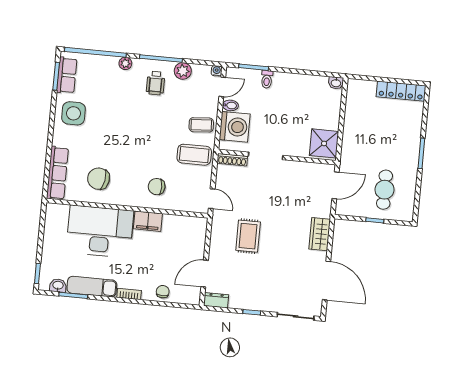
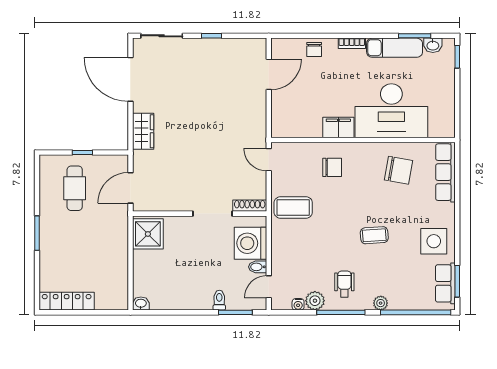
water cooler: (217, 71) -> (298, 304), moved
coffee table: (201, 125) -> (374, 235), moved
rug: (248, 236) -> (224, 121), removed
dresser: (216, 300) -> (253, 46), removed

